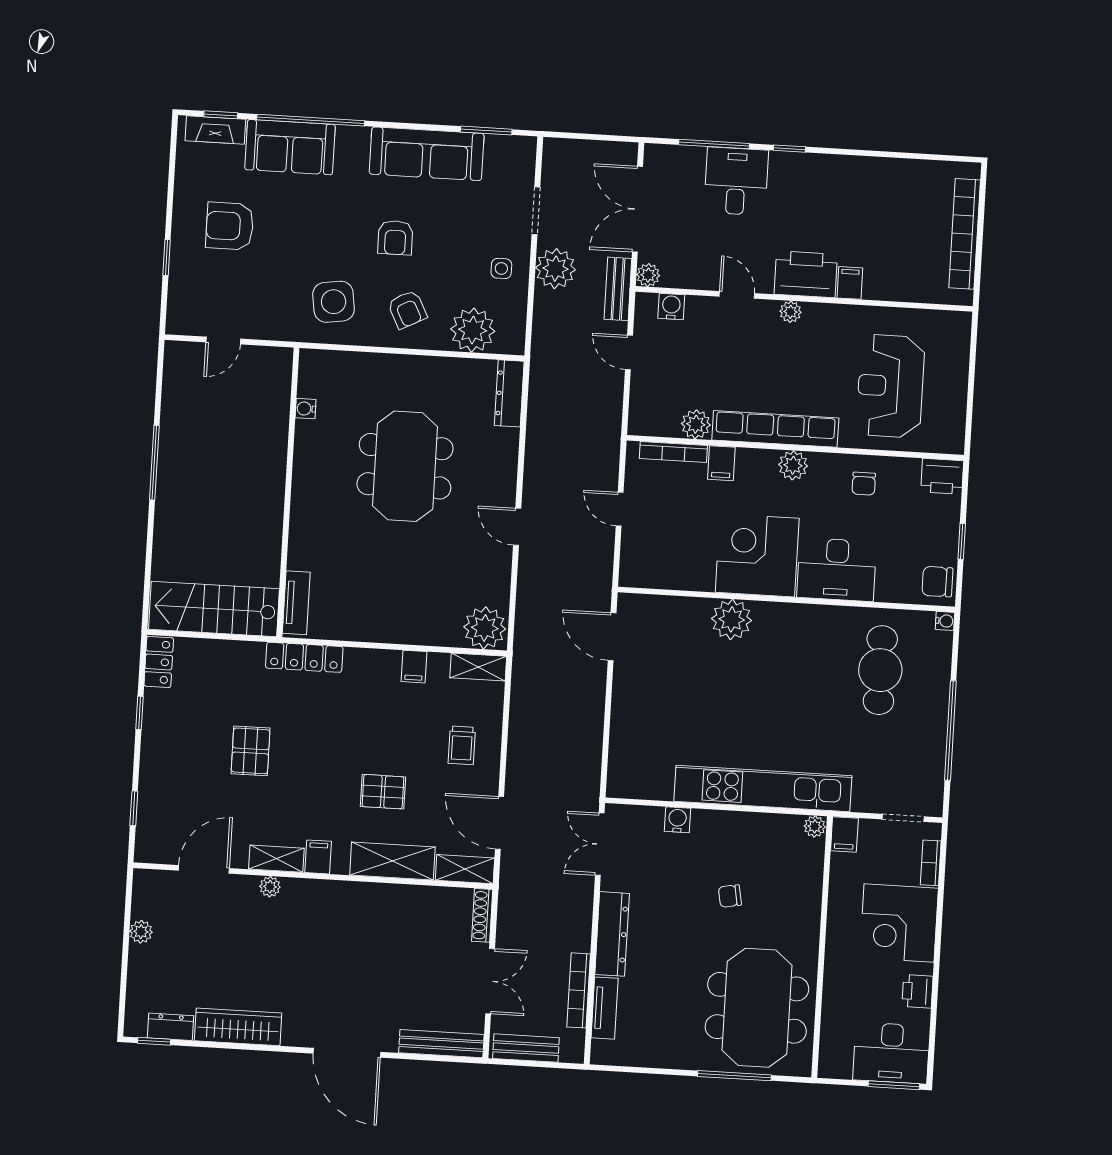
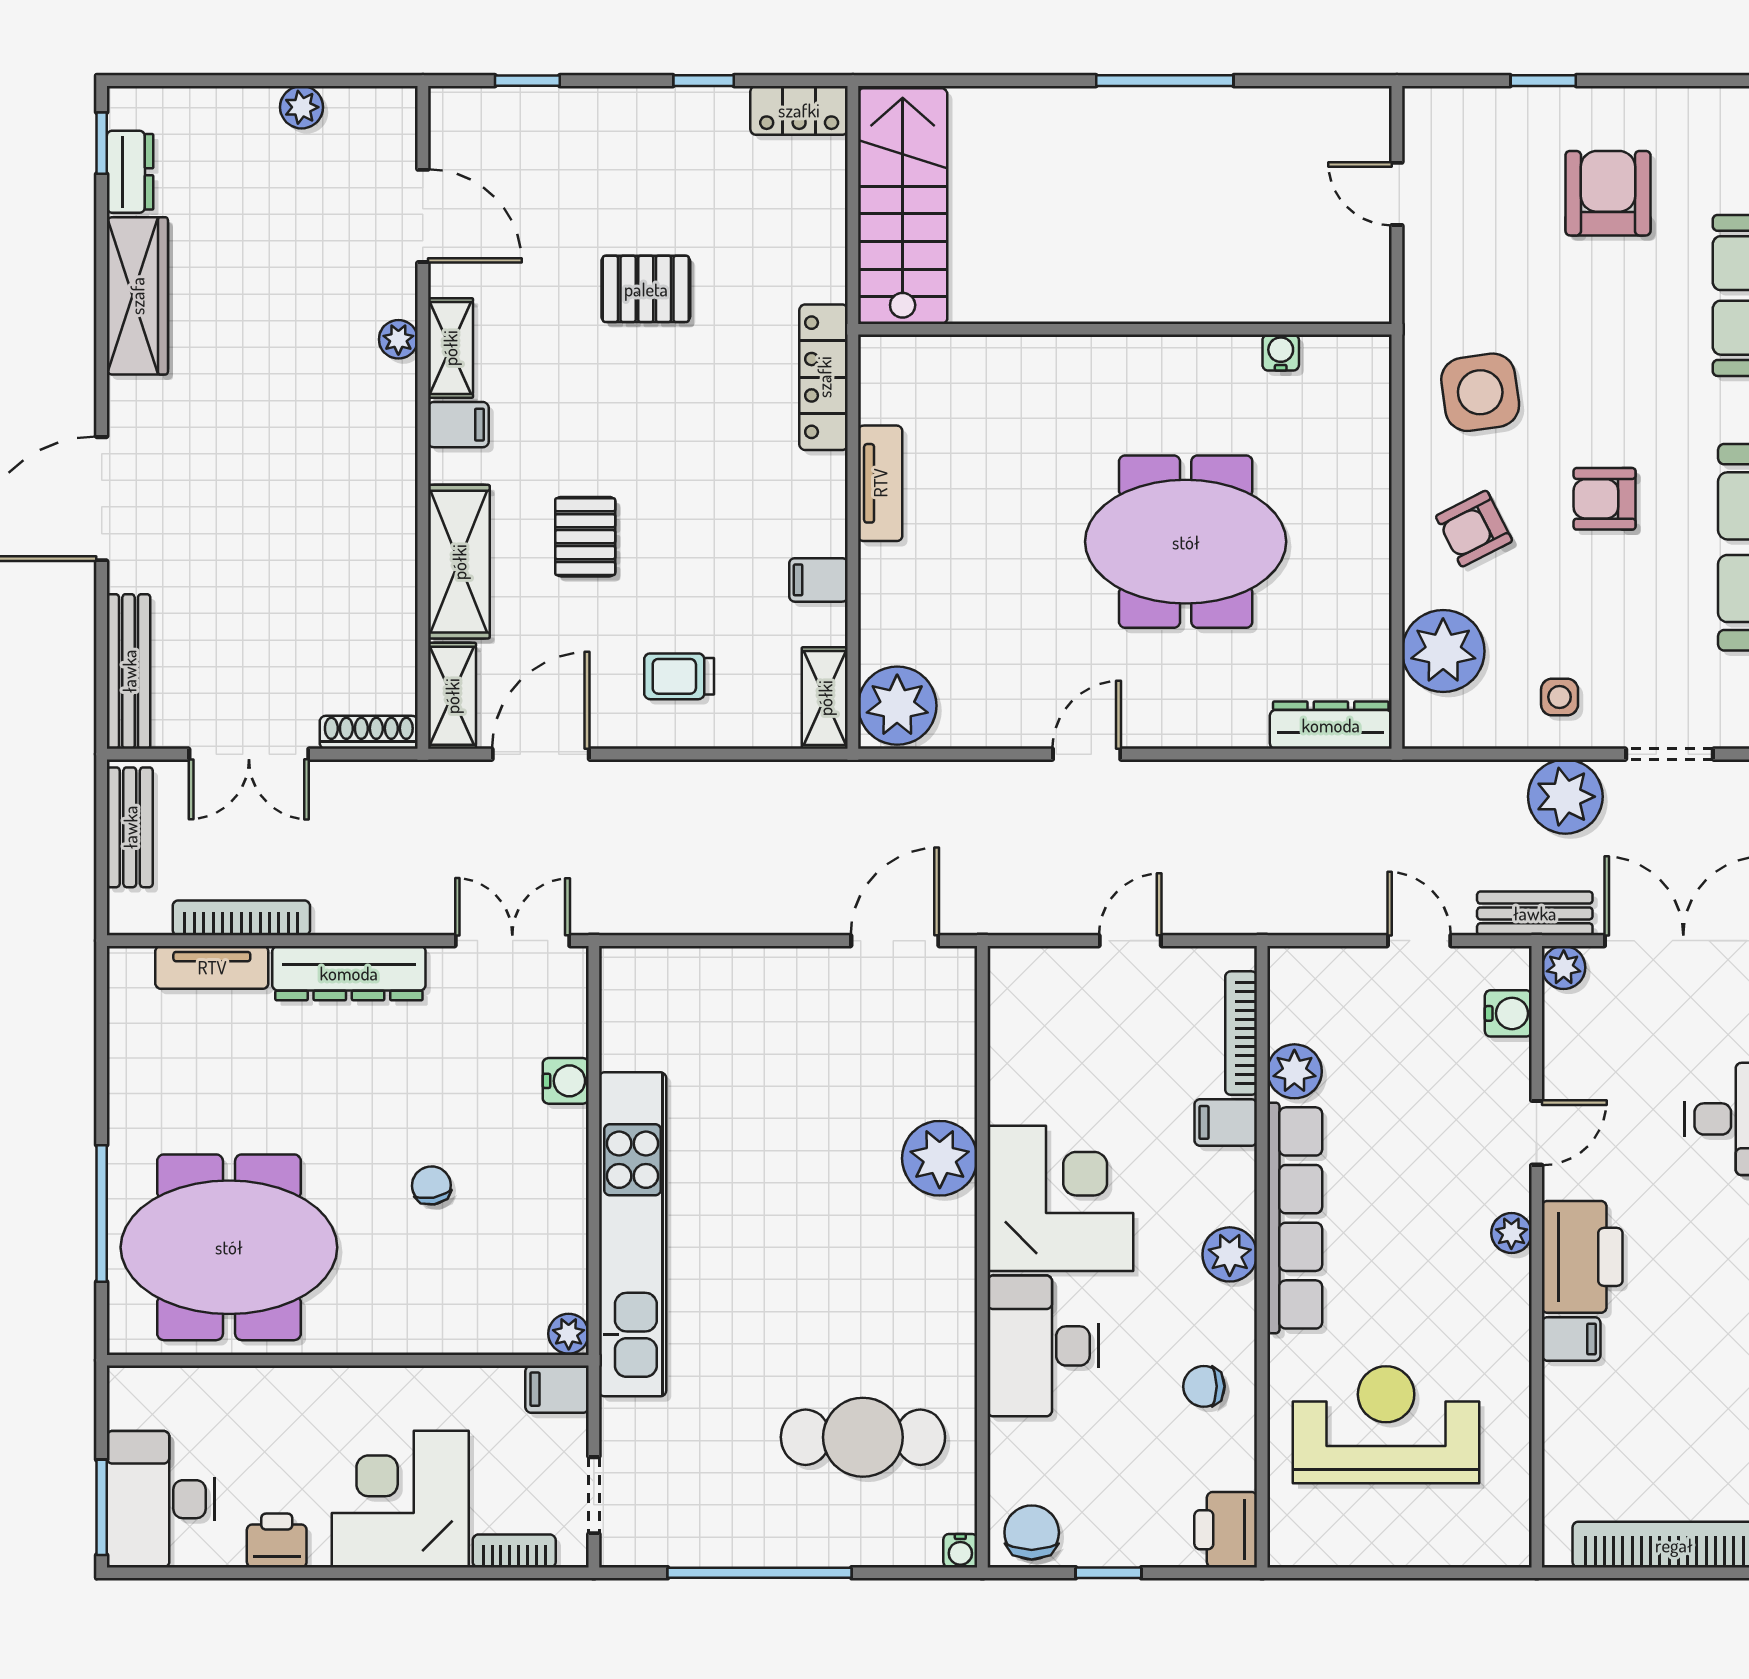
door: (629, 353) -> (1419, 941), hinge flipped
tv unit: (296, 603) -> (880, 483), moved, turned -90

